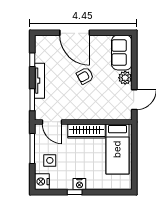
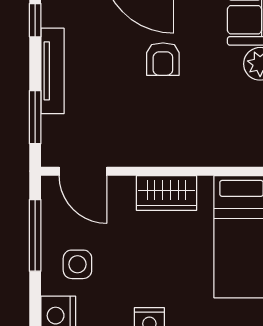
armchair: (85, 76) -> (163, 59), turned -61
wardrobe: (87, 131) -> (166, 193), width x0.67

